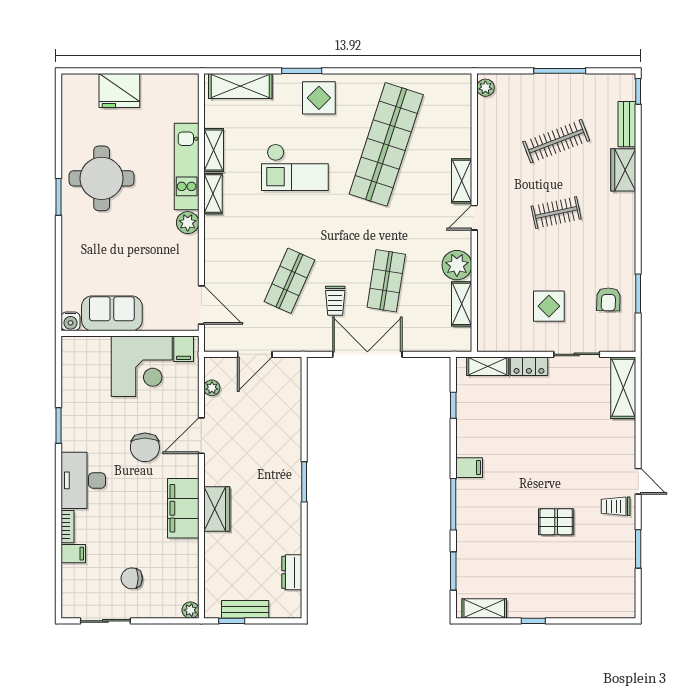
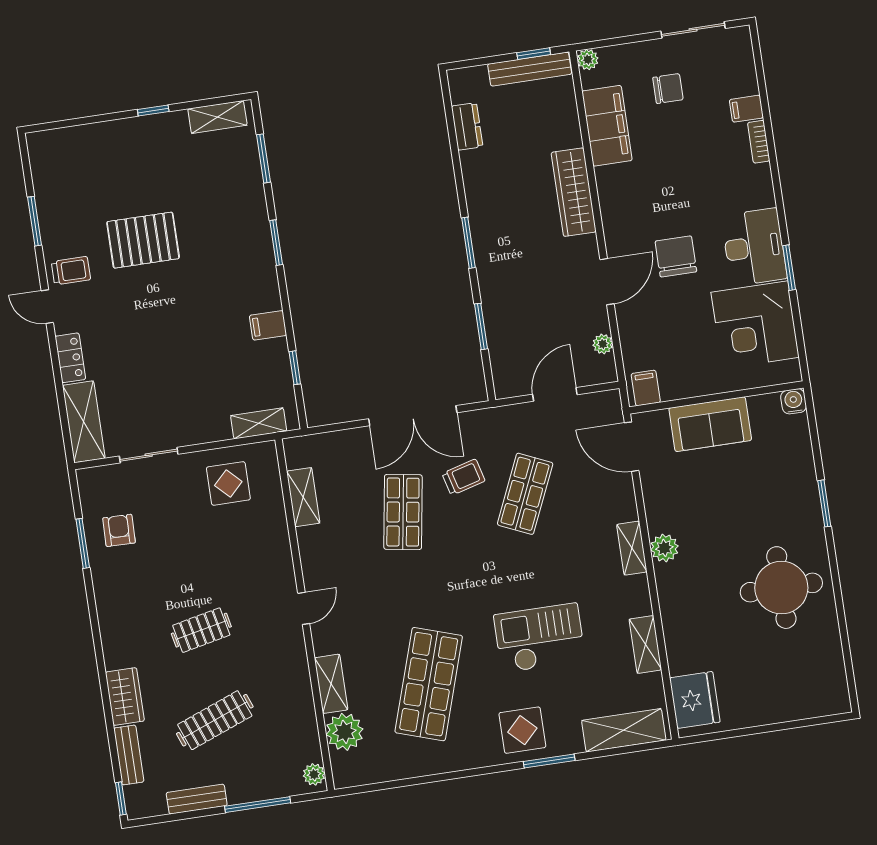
window: (560, 71) -> (258, 805), moved
bench: (579, 82) -> (197, 799), added
fridge: (119, 90) -> (695, 700), moved, turned 90
shop shelf: (386, 144) -> (429, 684), width x0.71
kitchen unit: (187, 166) -> (676, 619), removed
shelving: (462, 181) -> (331, 684), moved
shelving: (213, 194) -> (632, 548), moved
window: (59, 197) -> (824, 503), moved
plant: (457, 265) -> (345, 732), moved
trolley: (335, 301) -> (464, 477), turned 75
display table: (549, 306) -> (228, 483), moved
sofa: (112, 313) -> (710, 424), moved
corner desk: (142, 366) -> (755, 325), moved, turned -90
locker: (529, 366) -> (70, 358), moved, turned 90
window: (304, 416) -> (481, 326), added
filing cabinet: (469, 468) -> (268, 325), moved
desk: (83, 480) -> (754, 247), moved
window: (453, 504) -> (276, 243), width x0.69
filing cabinet: (183, 508) -> (607, 126), moved
wardrobe: (217, 509) -> (574, 192), width x1.50
pallet: (556, 522) -> (143, 240), width x1.50, depth x1.42
bench: (245, 609) -> (530, 69), width x1.36

